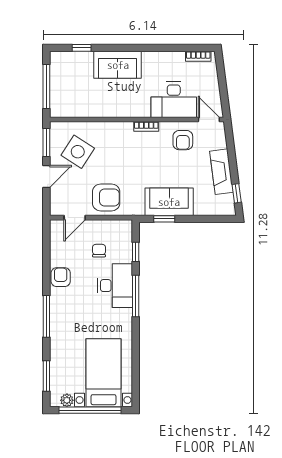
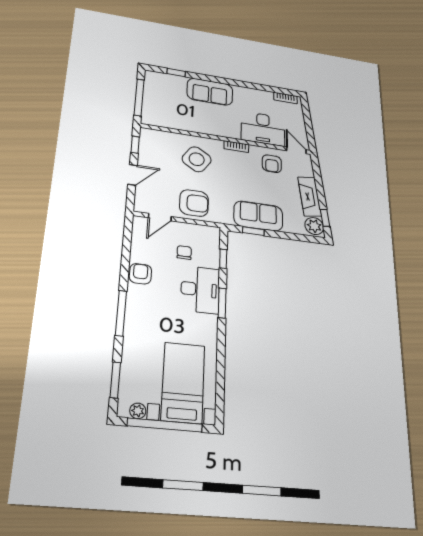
window: (46, 143) -> (135, 145), width x0.67
side table: (78, 152) -> (197, 159), moved
plant: (225, 204) -> (314, 226), added
window: (136, 296) -> (222, 303), width x0.69

